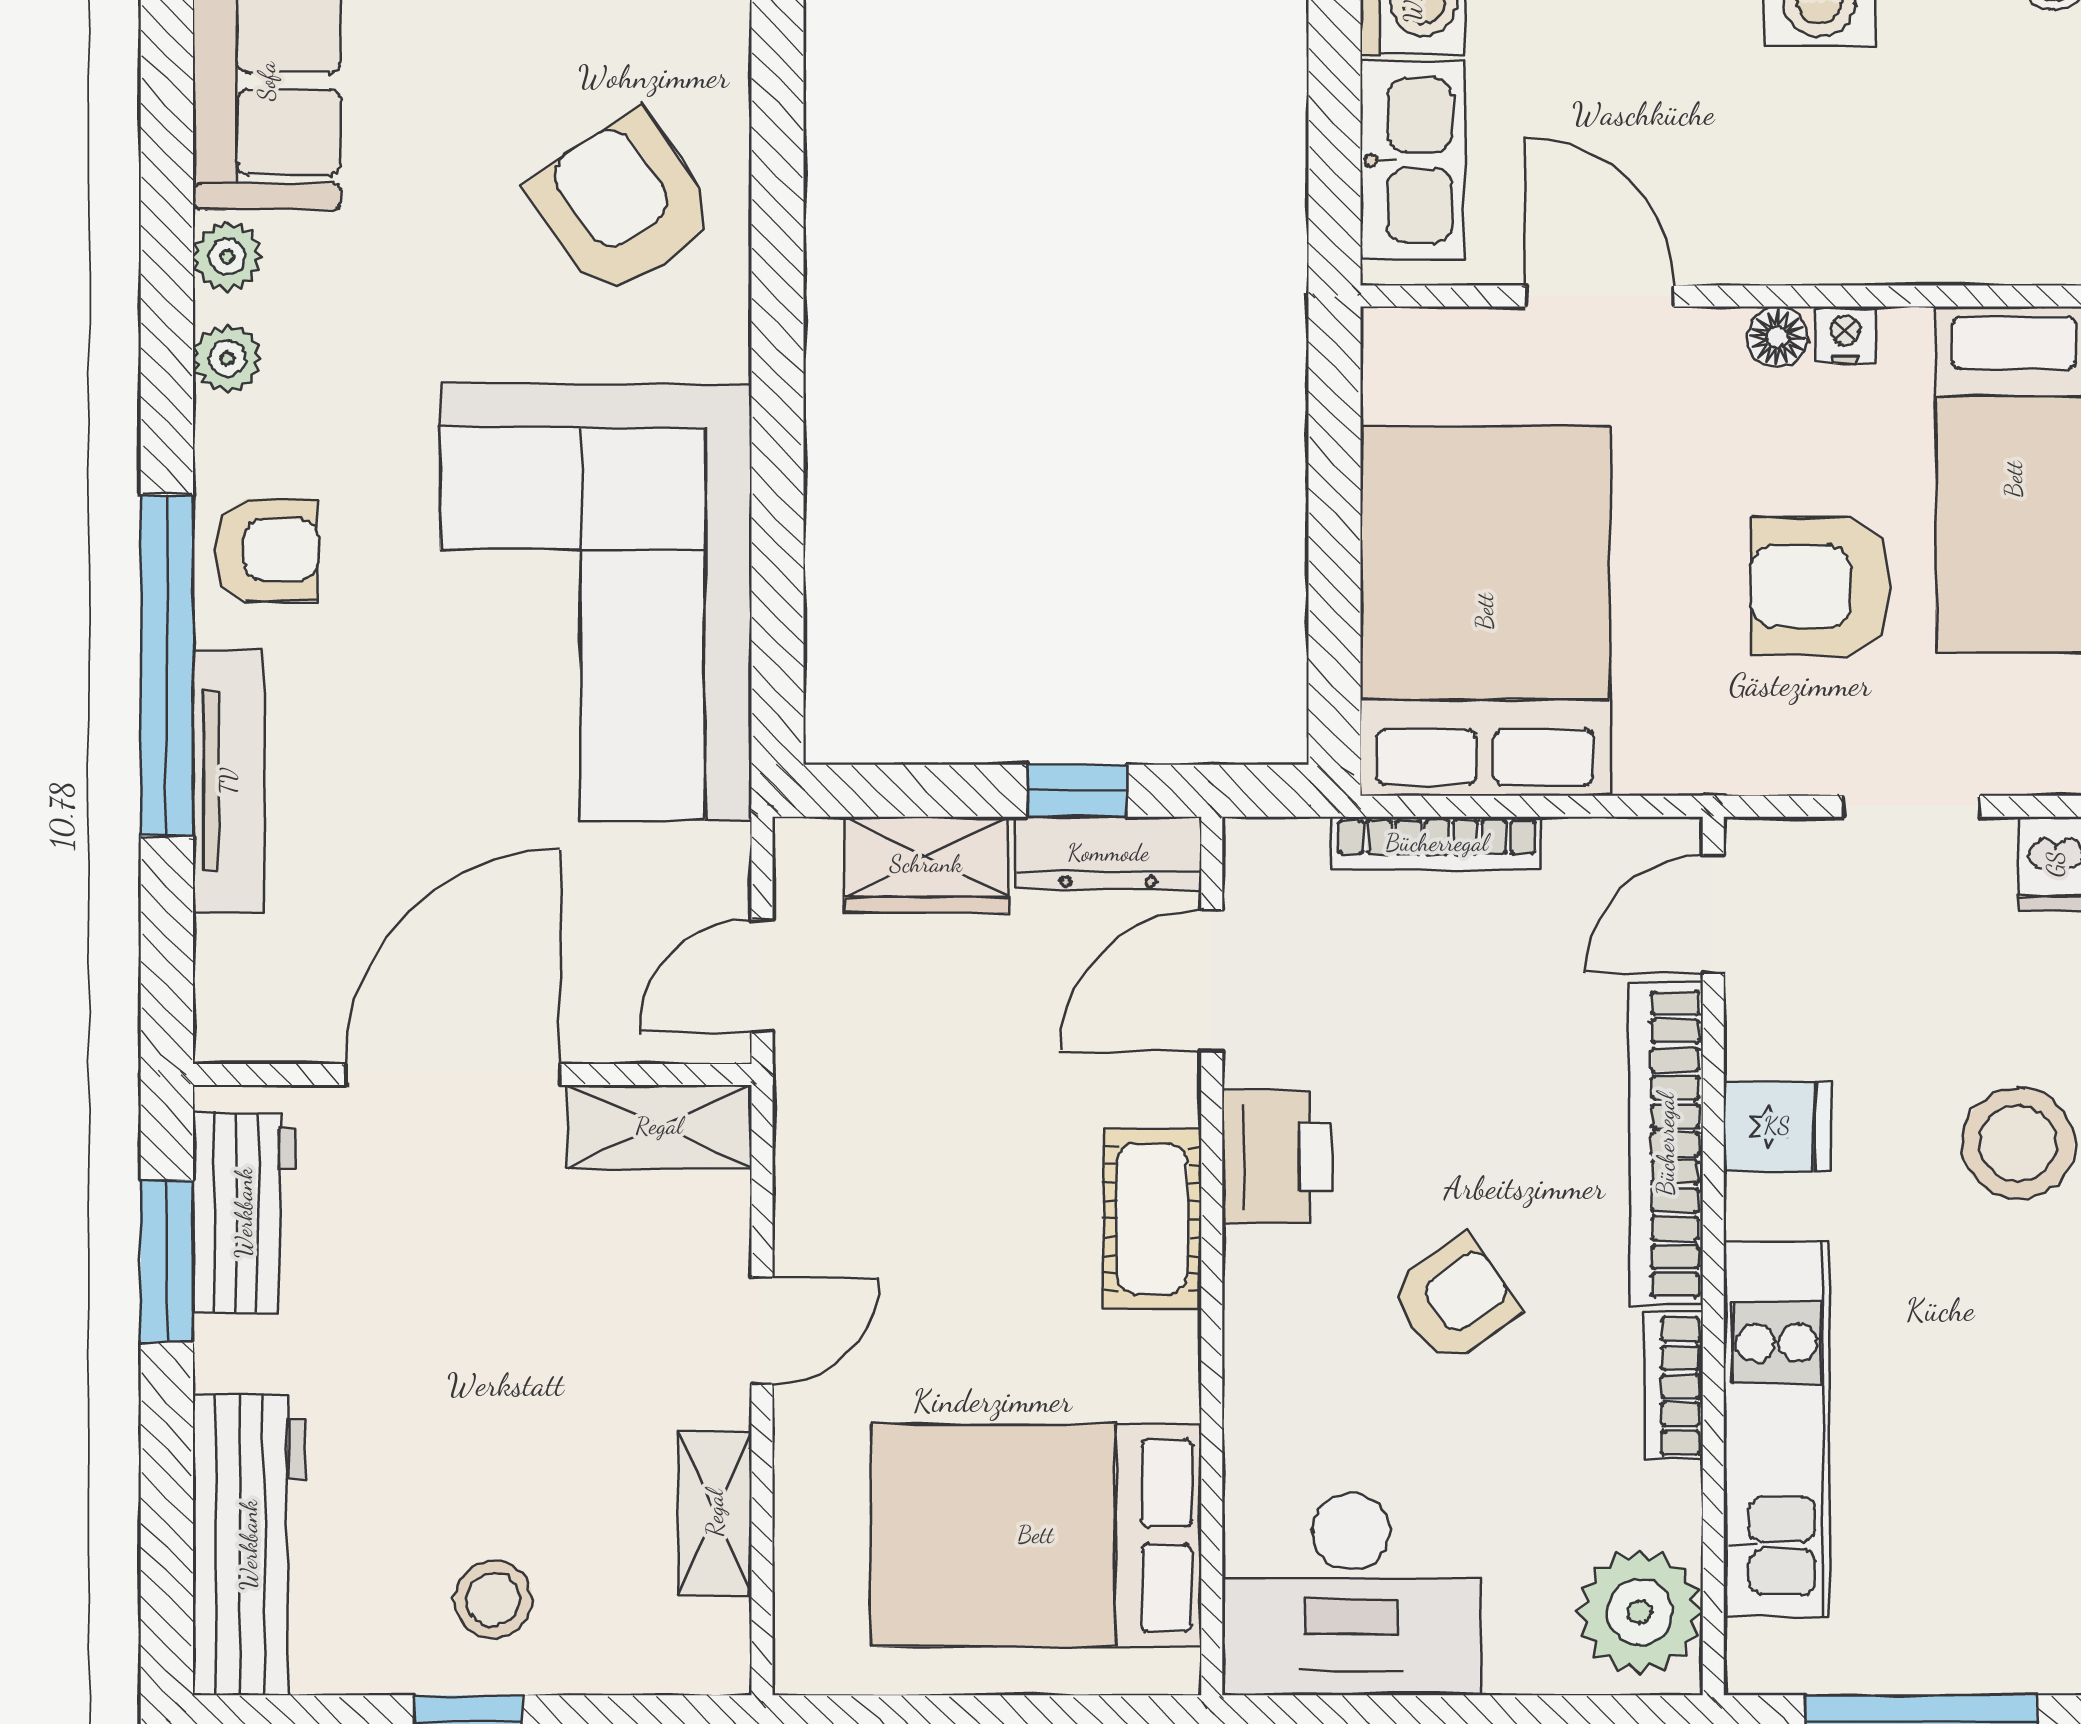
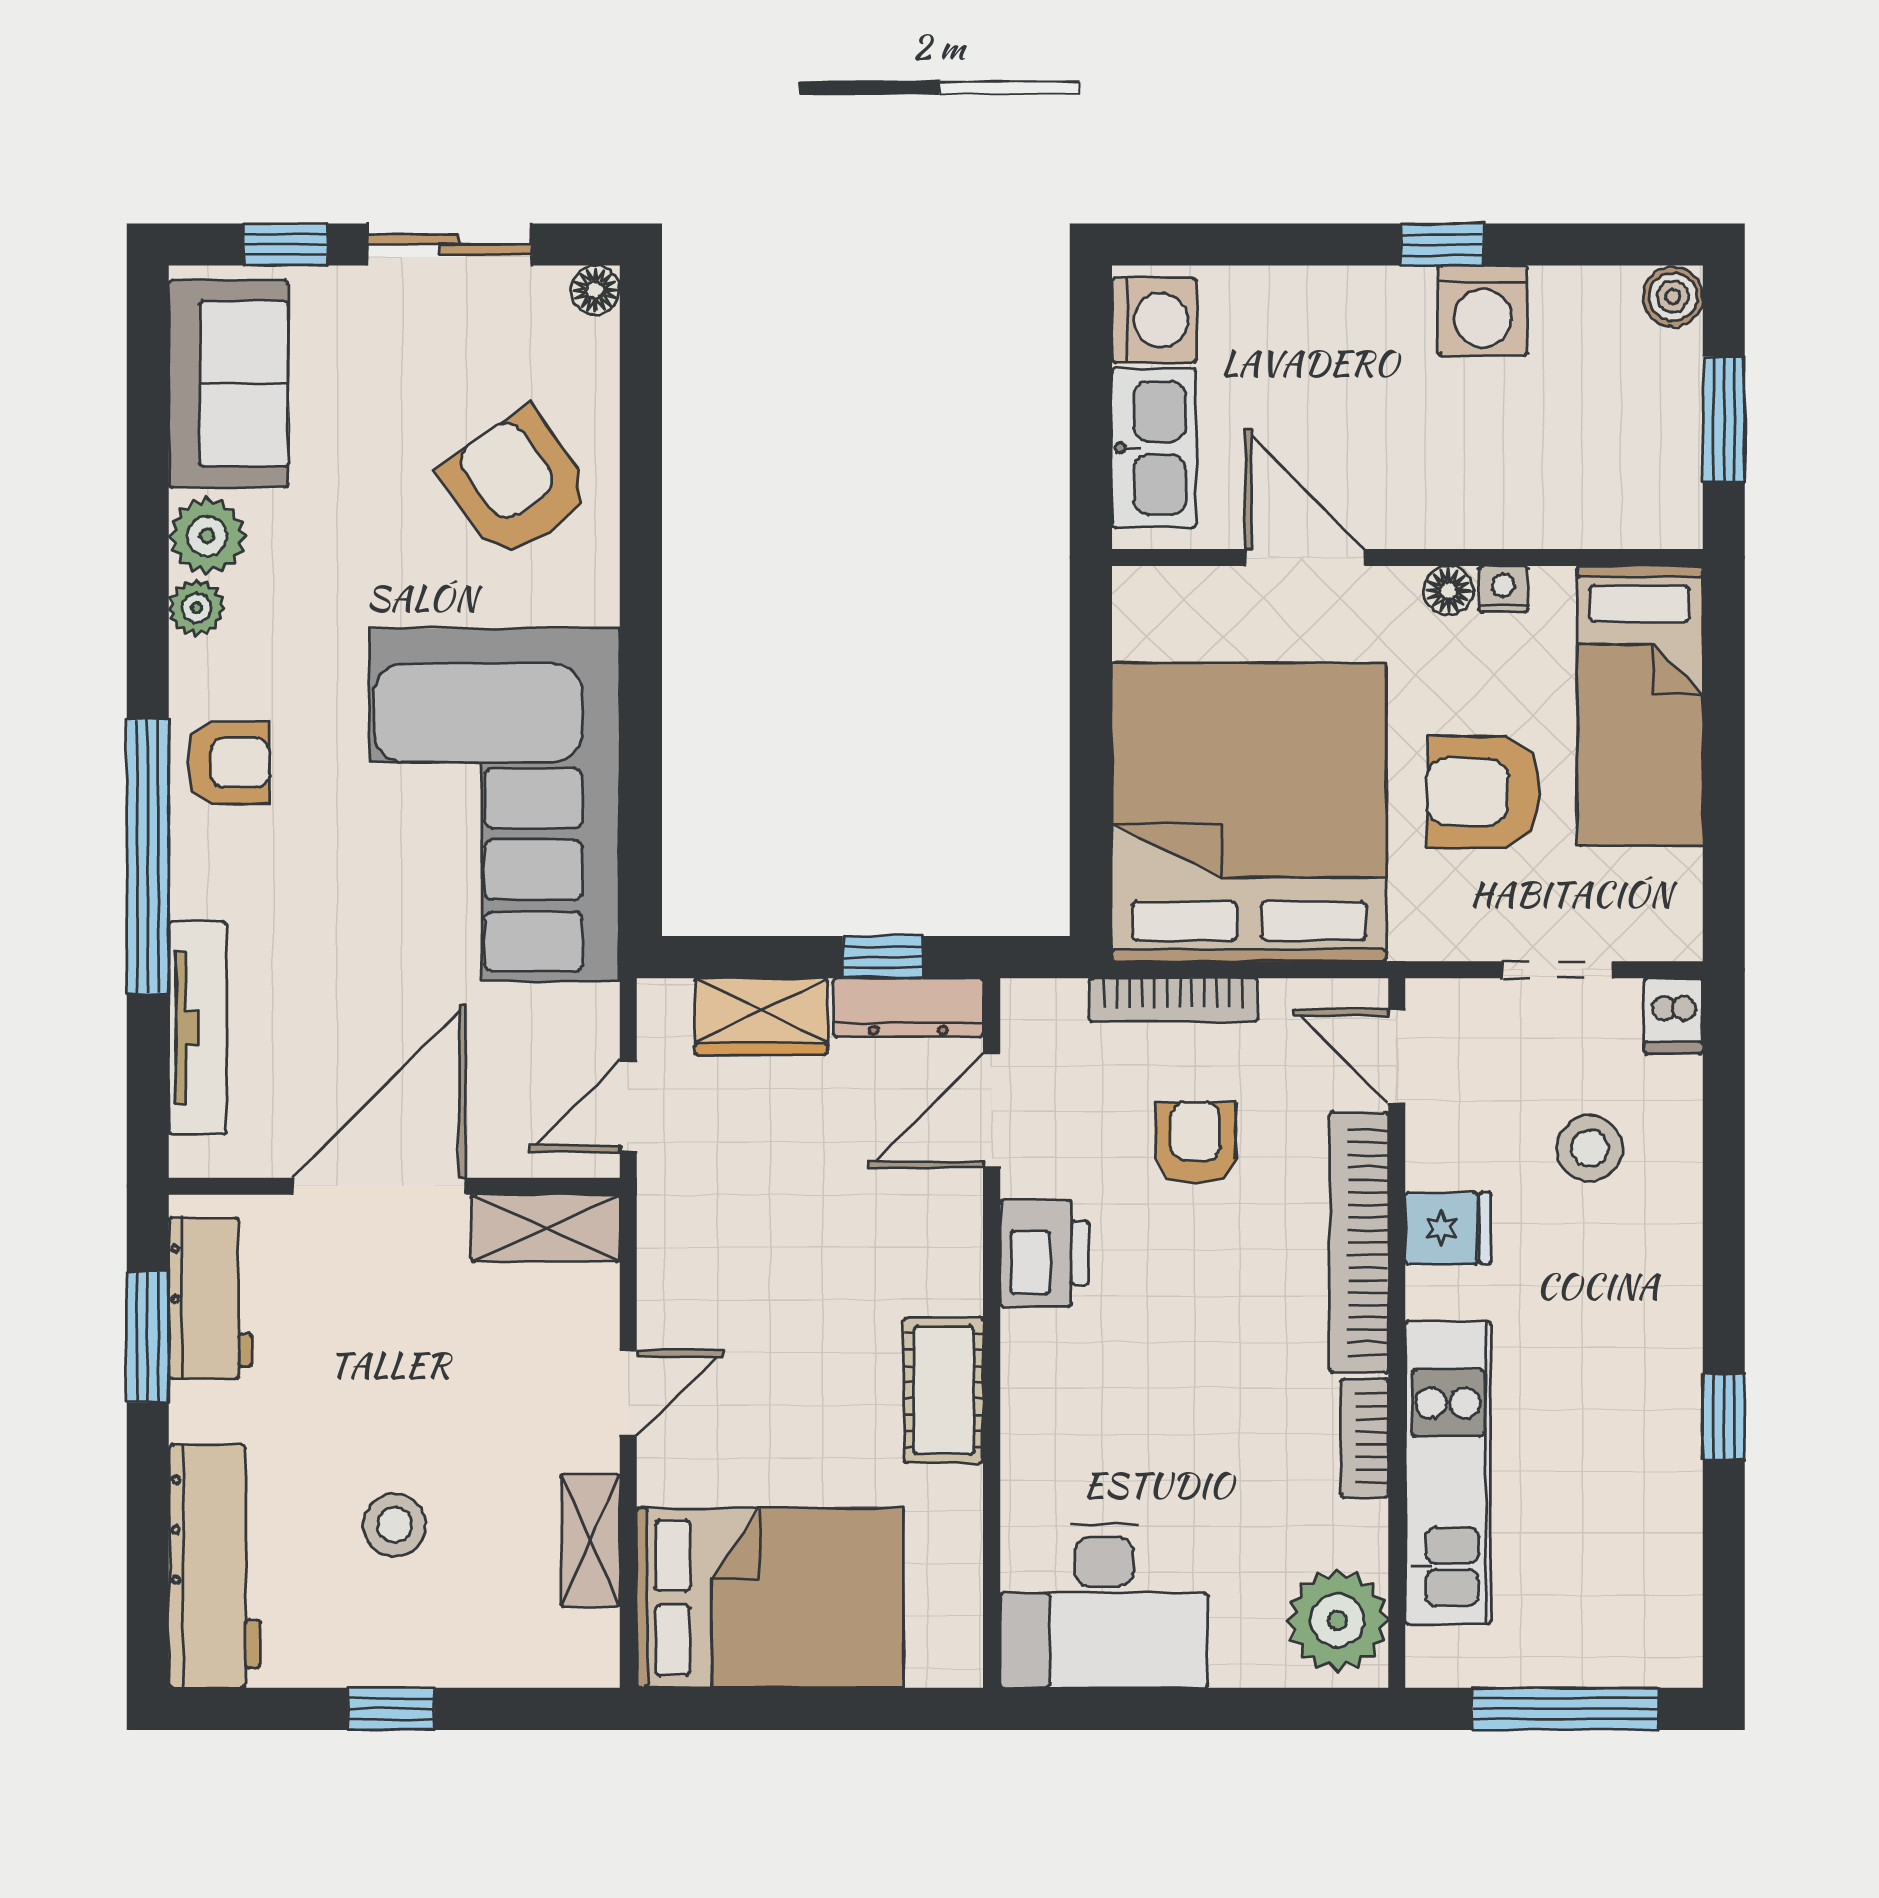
plant: (227, 257) -> (207, 536), width x1.38, depth x1.38
bed: (1485, 611) -> (1249, 812), width x1.36
tv unit: (229, 781) -> (198, 1028), moved
door: (1713, 914) -> (1397, 1057), hinge flipped
stool: (2018, 1144) -> (1590, 1148), moved, width x0.73, depth x0.73
cot: (1152, 1219) -> (944, 1390), moved
armchair: (1454, 1299) -> (1195, 1143), moved, turned -55
bed: (1036, 1535) -> (770, 1598), moved, turned 180
stool: (494, 1600) -> (395, 1525), moved

